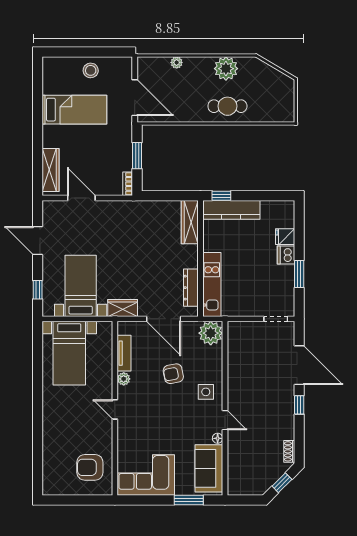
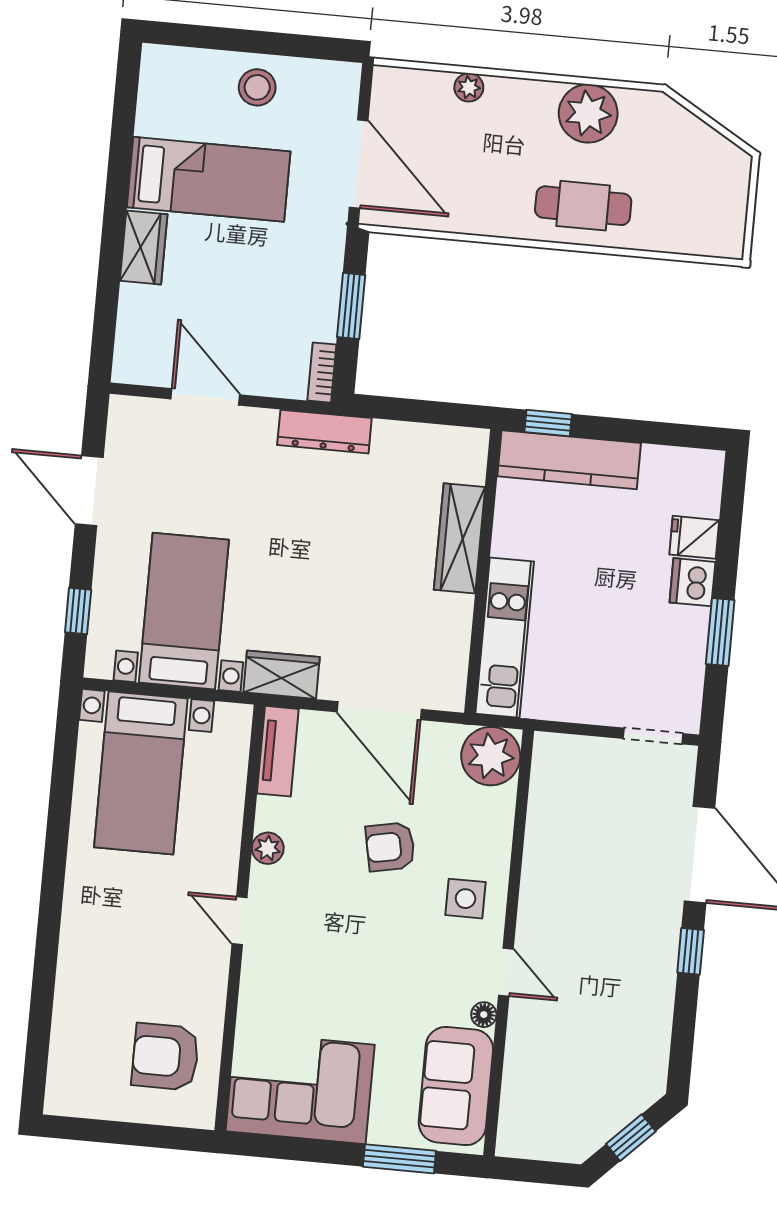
wardrobe: (51, 170) -> (144, 248), moved, width x0.67
wardrobe: (190, 222) -> (459, 538), moved
dresser: (191, 288) -> (324, 432), moved, turned -90
tv unit: (124, 353) -> (278, 751), moved
shoe rack: (289, 451) -> (656, 1063), removed

